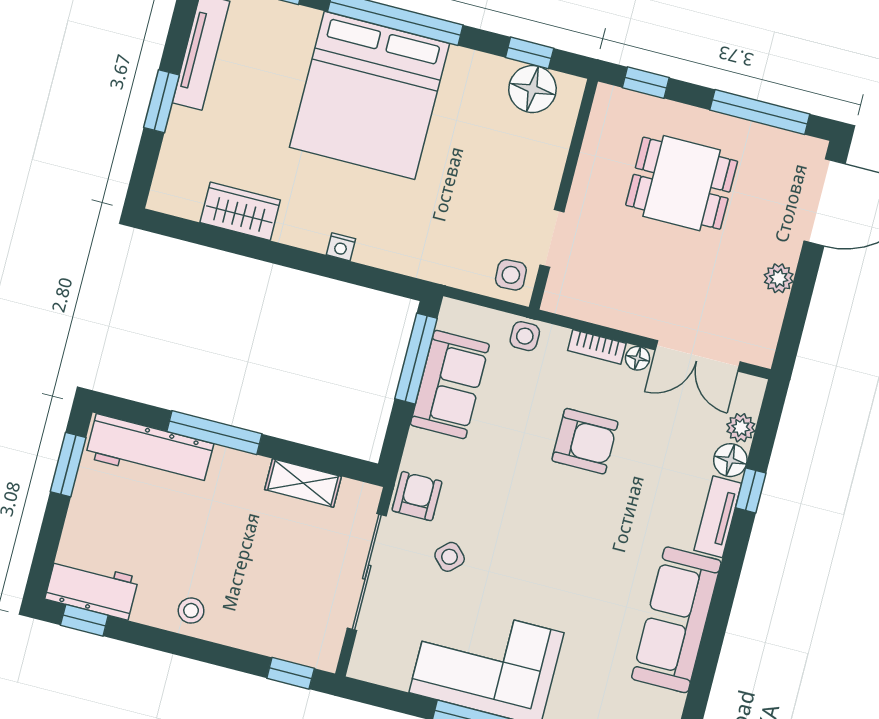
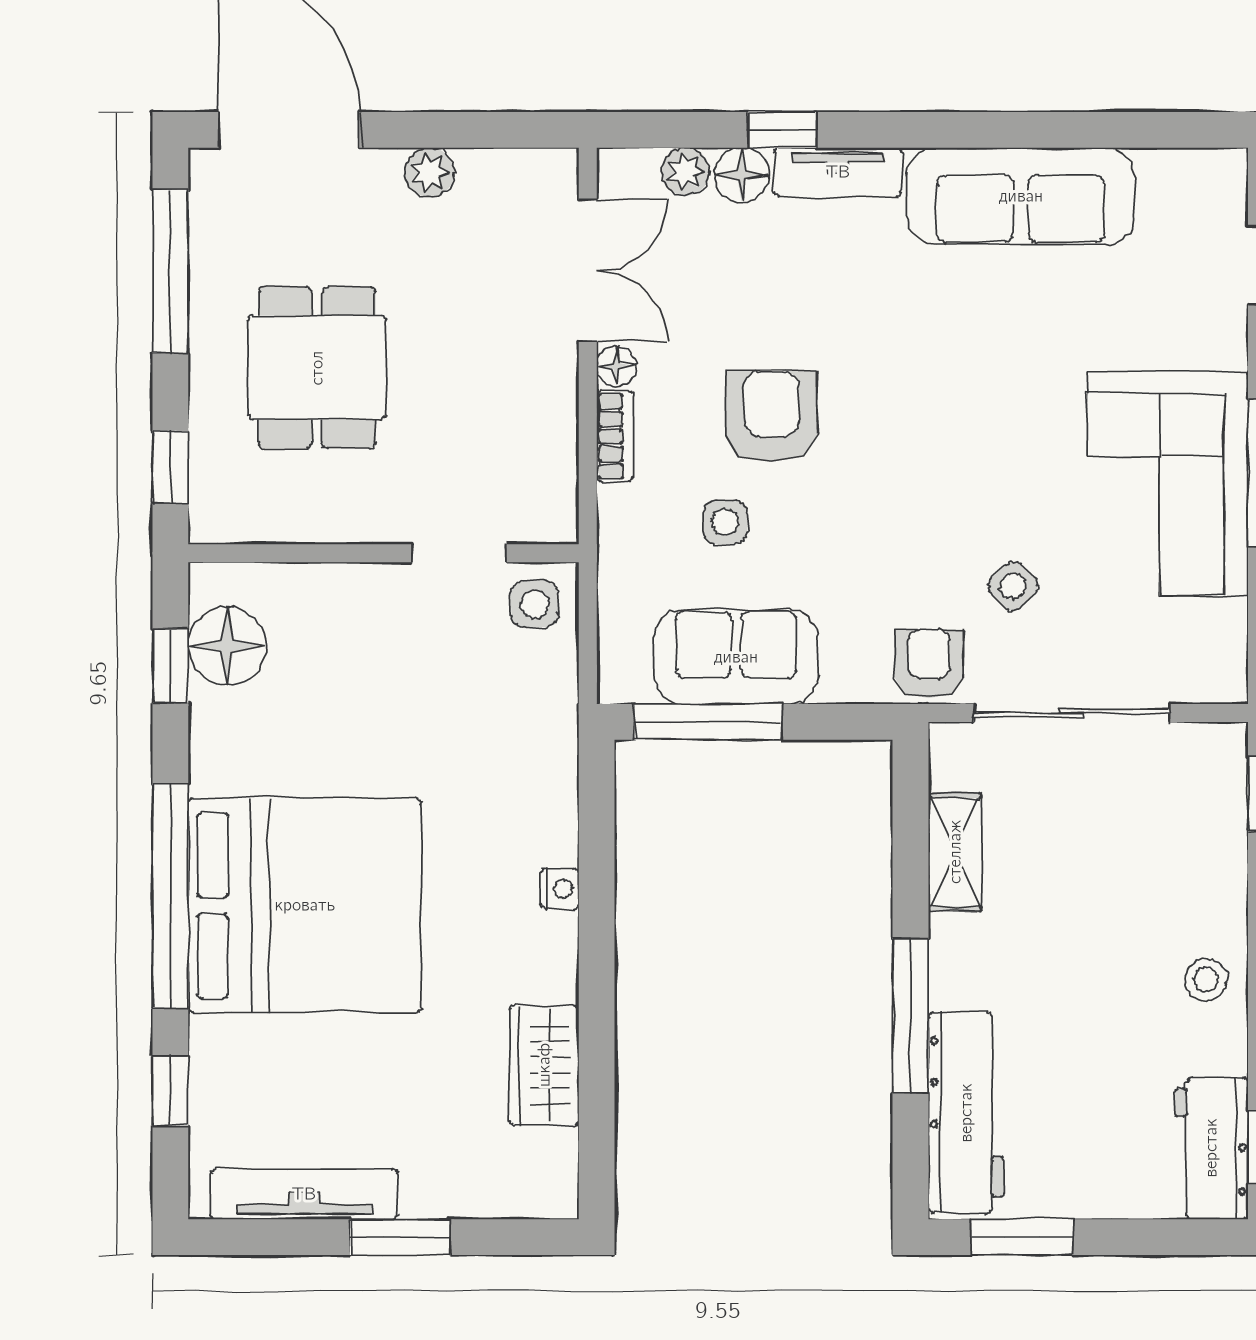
side table: (525, 336) -> (725, 522), moved
armchair: (417, 496) -> (929, 664), turned 90

